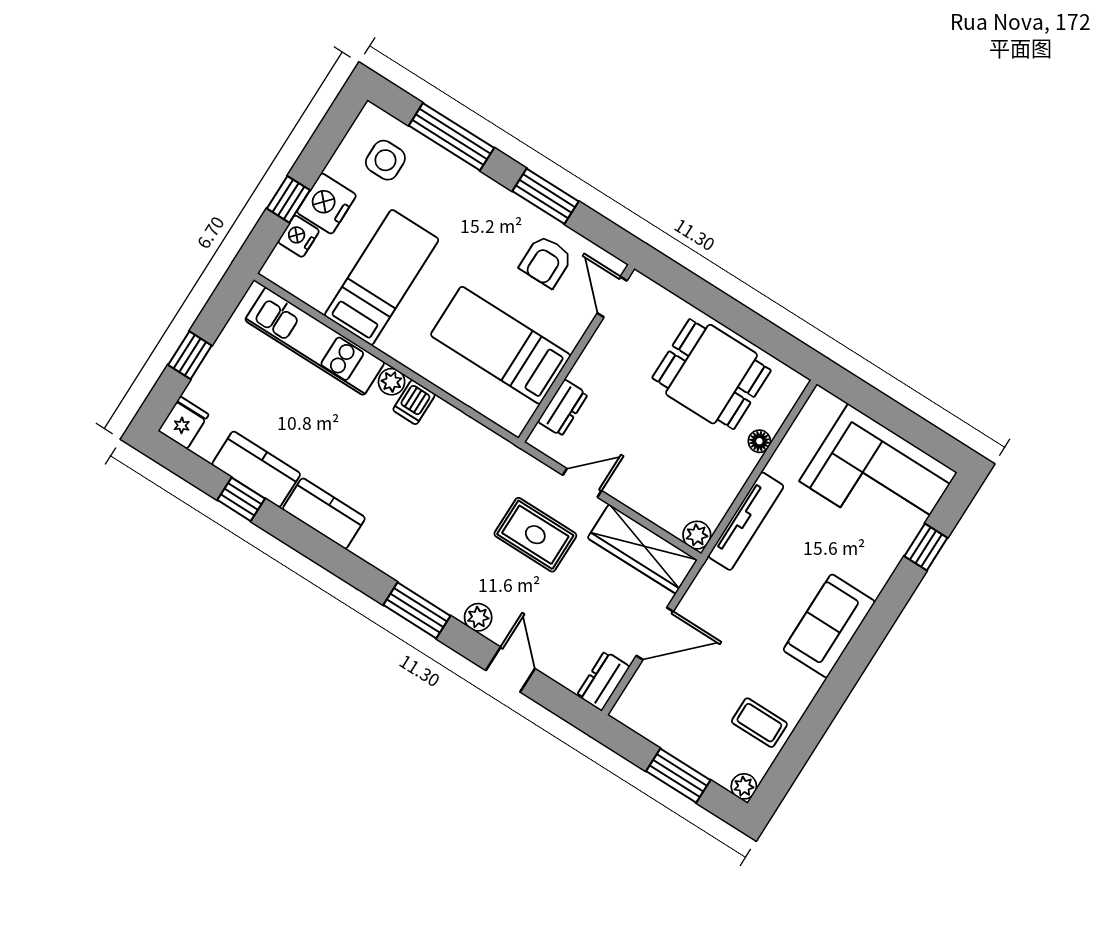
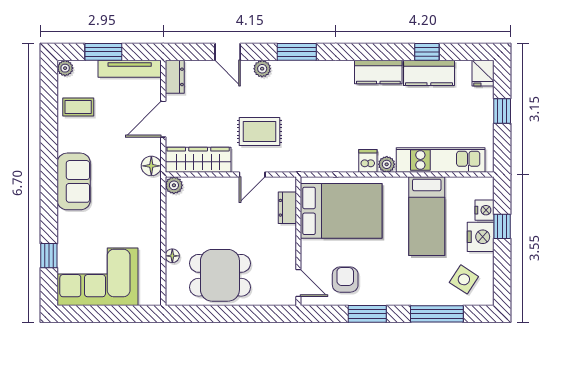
side table: (385, 160) -> (464, 279), turned 33
bed: (501, 345) -> (341, 211), width x1.50
tv unit: (746, 521) -> (130, 69), moved, turned -90
floor lamp: (711, 581) -> (151, 166), added

